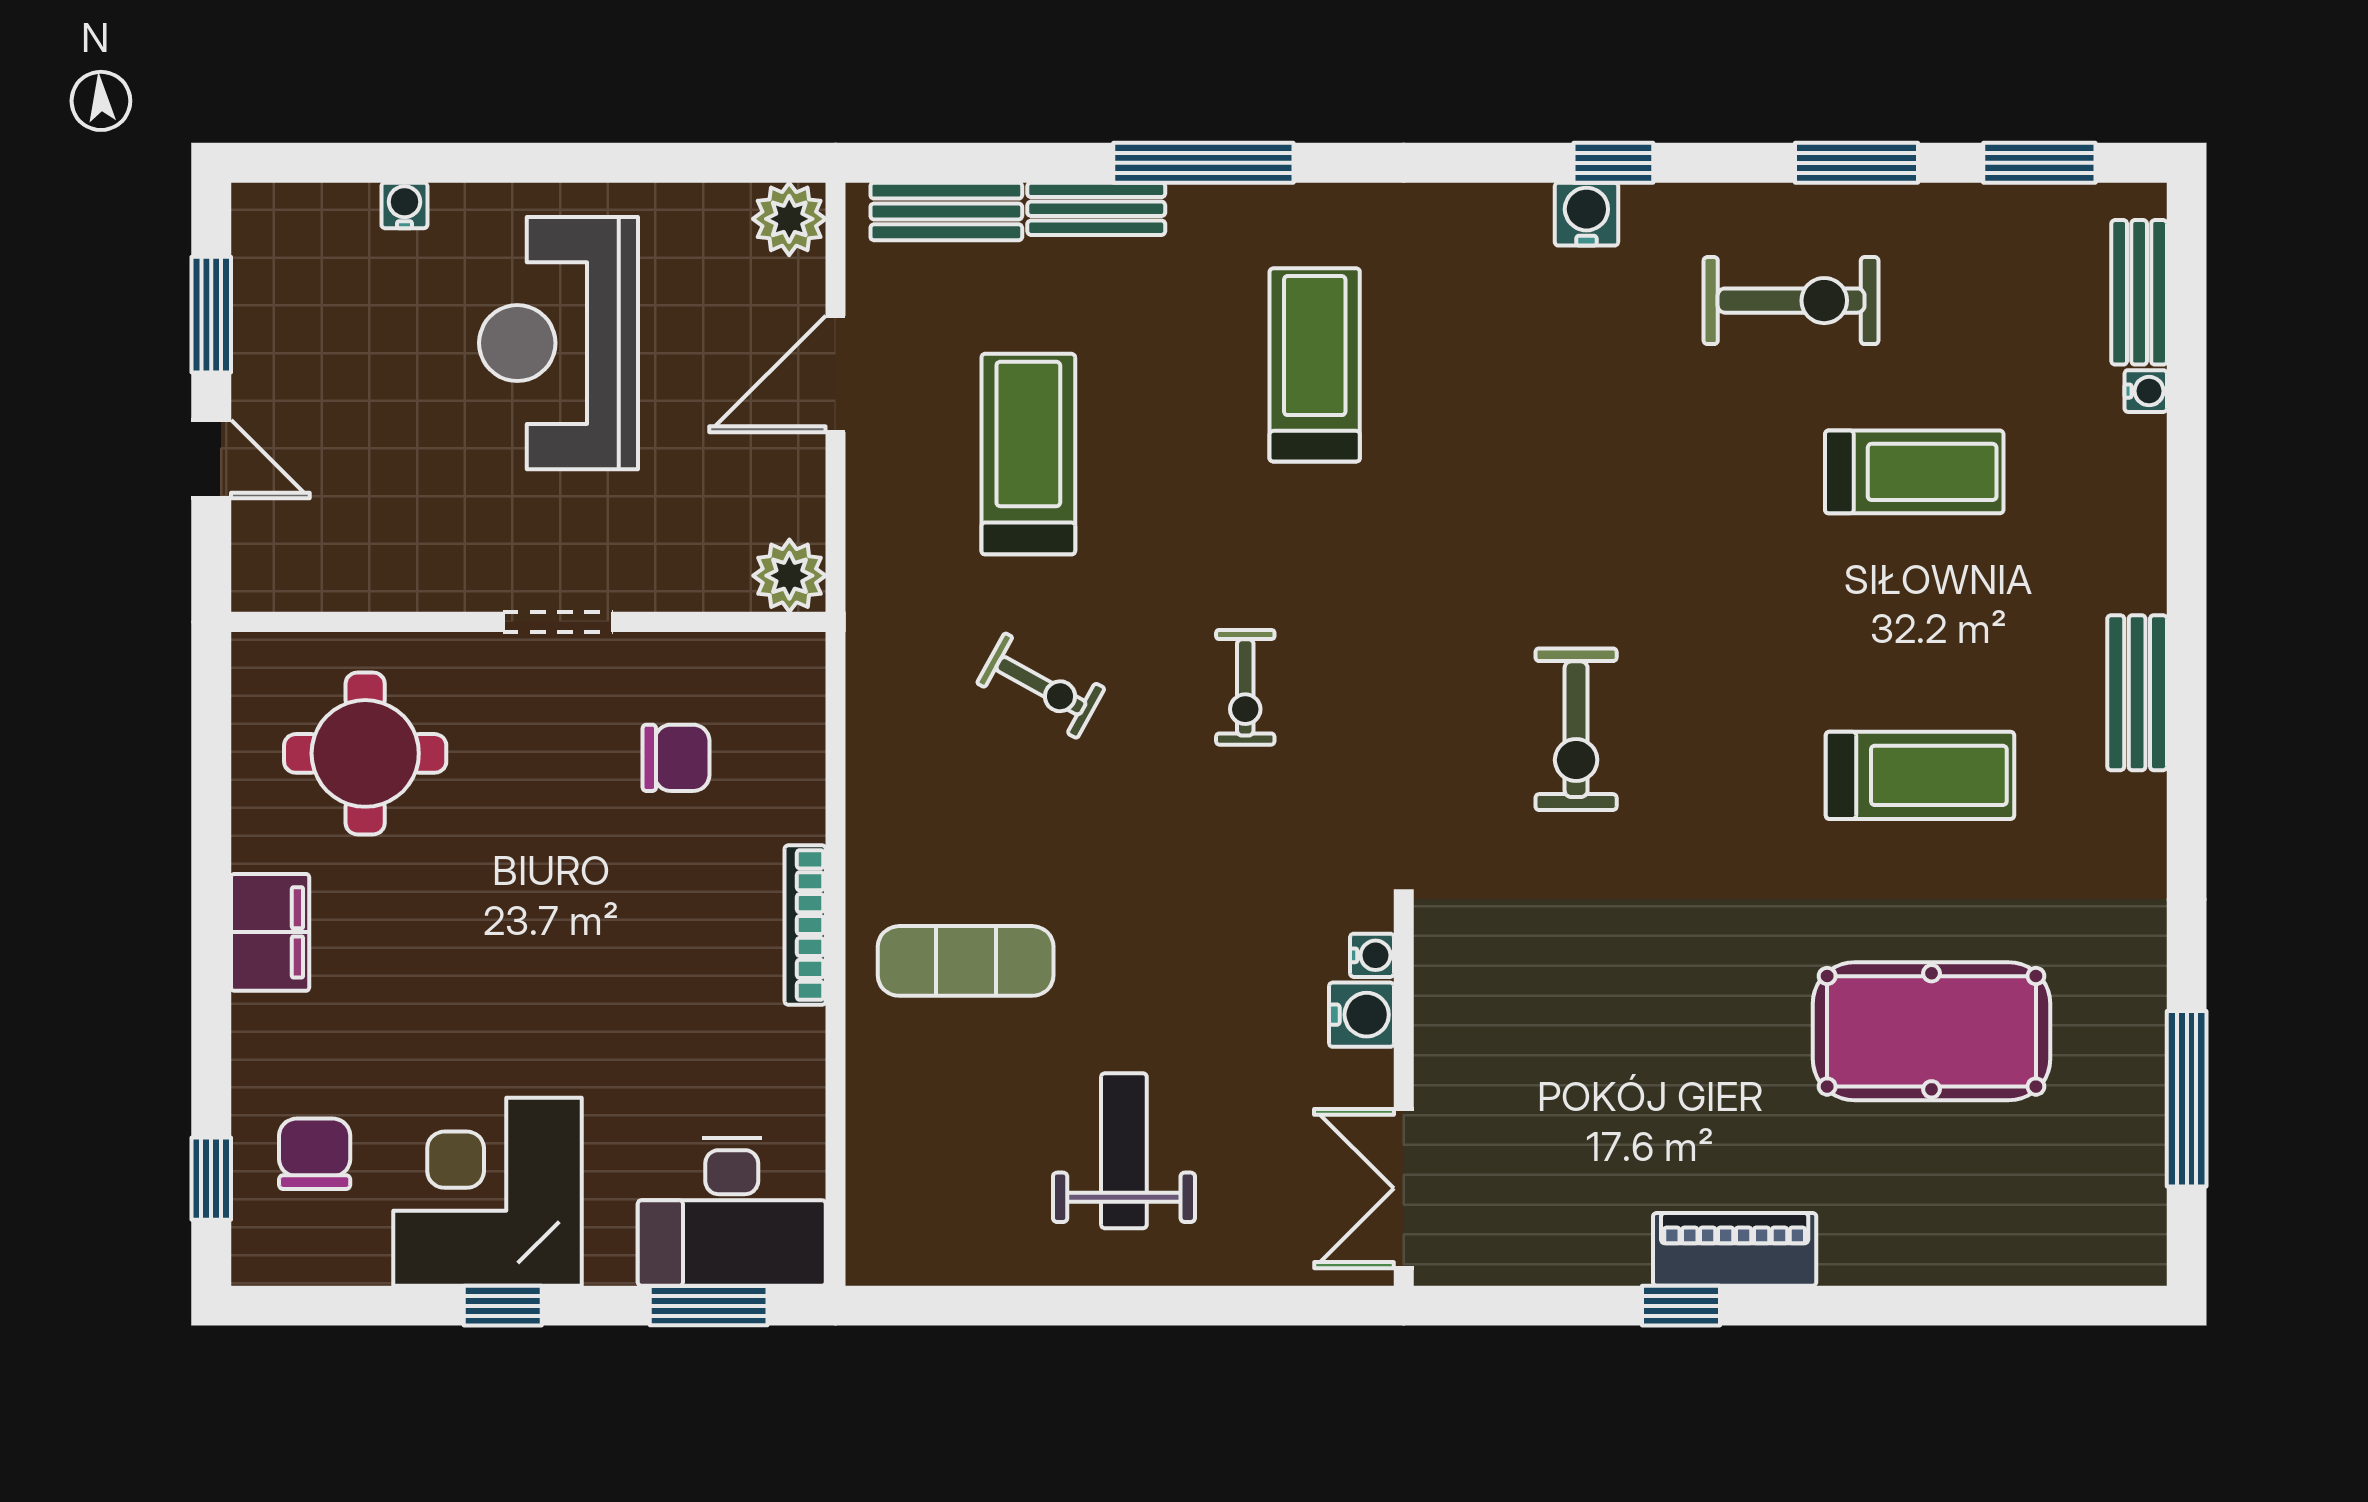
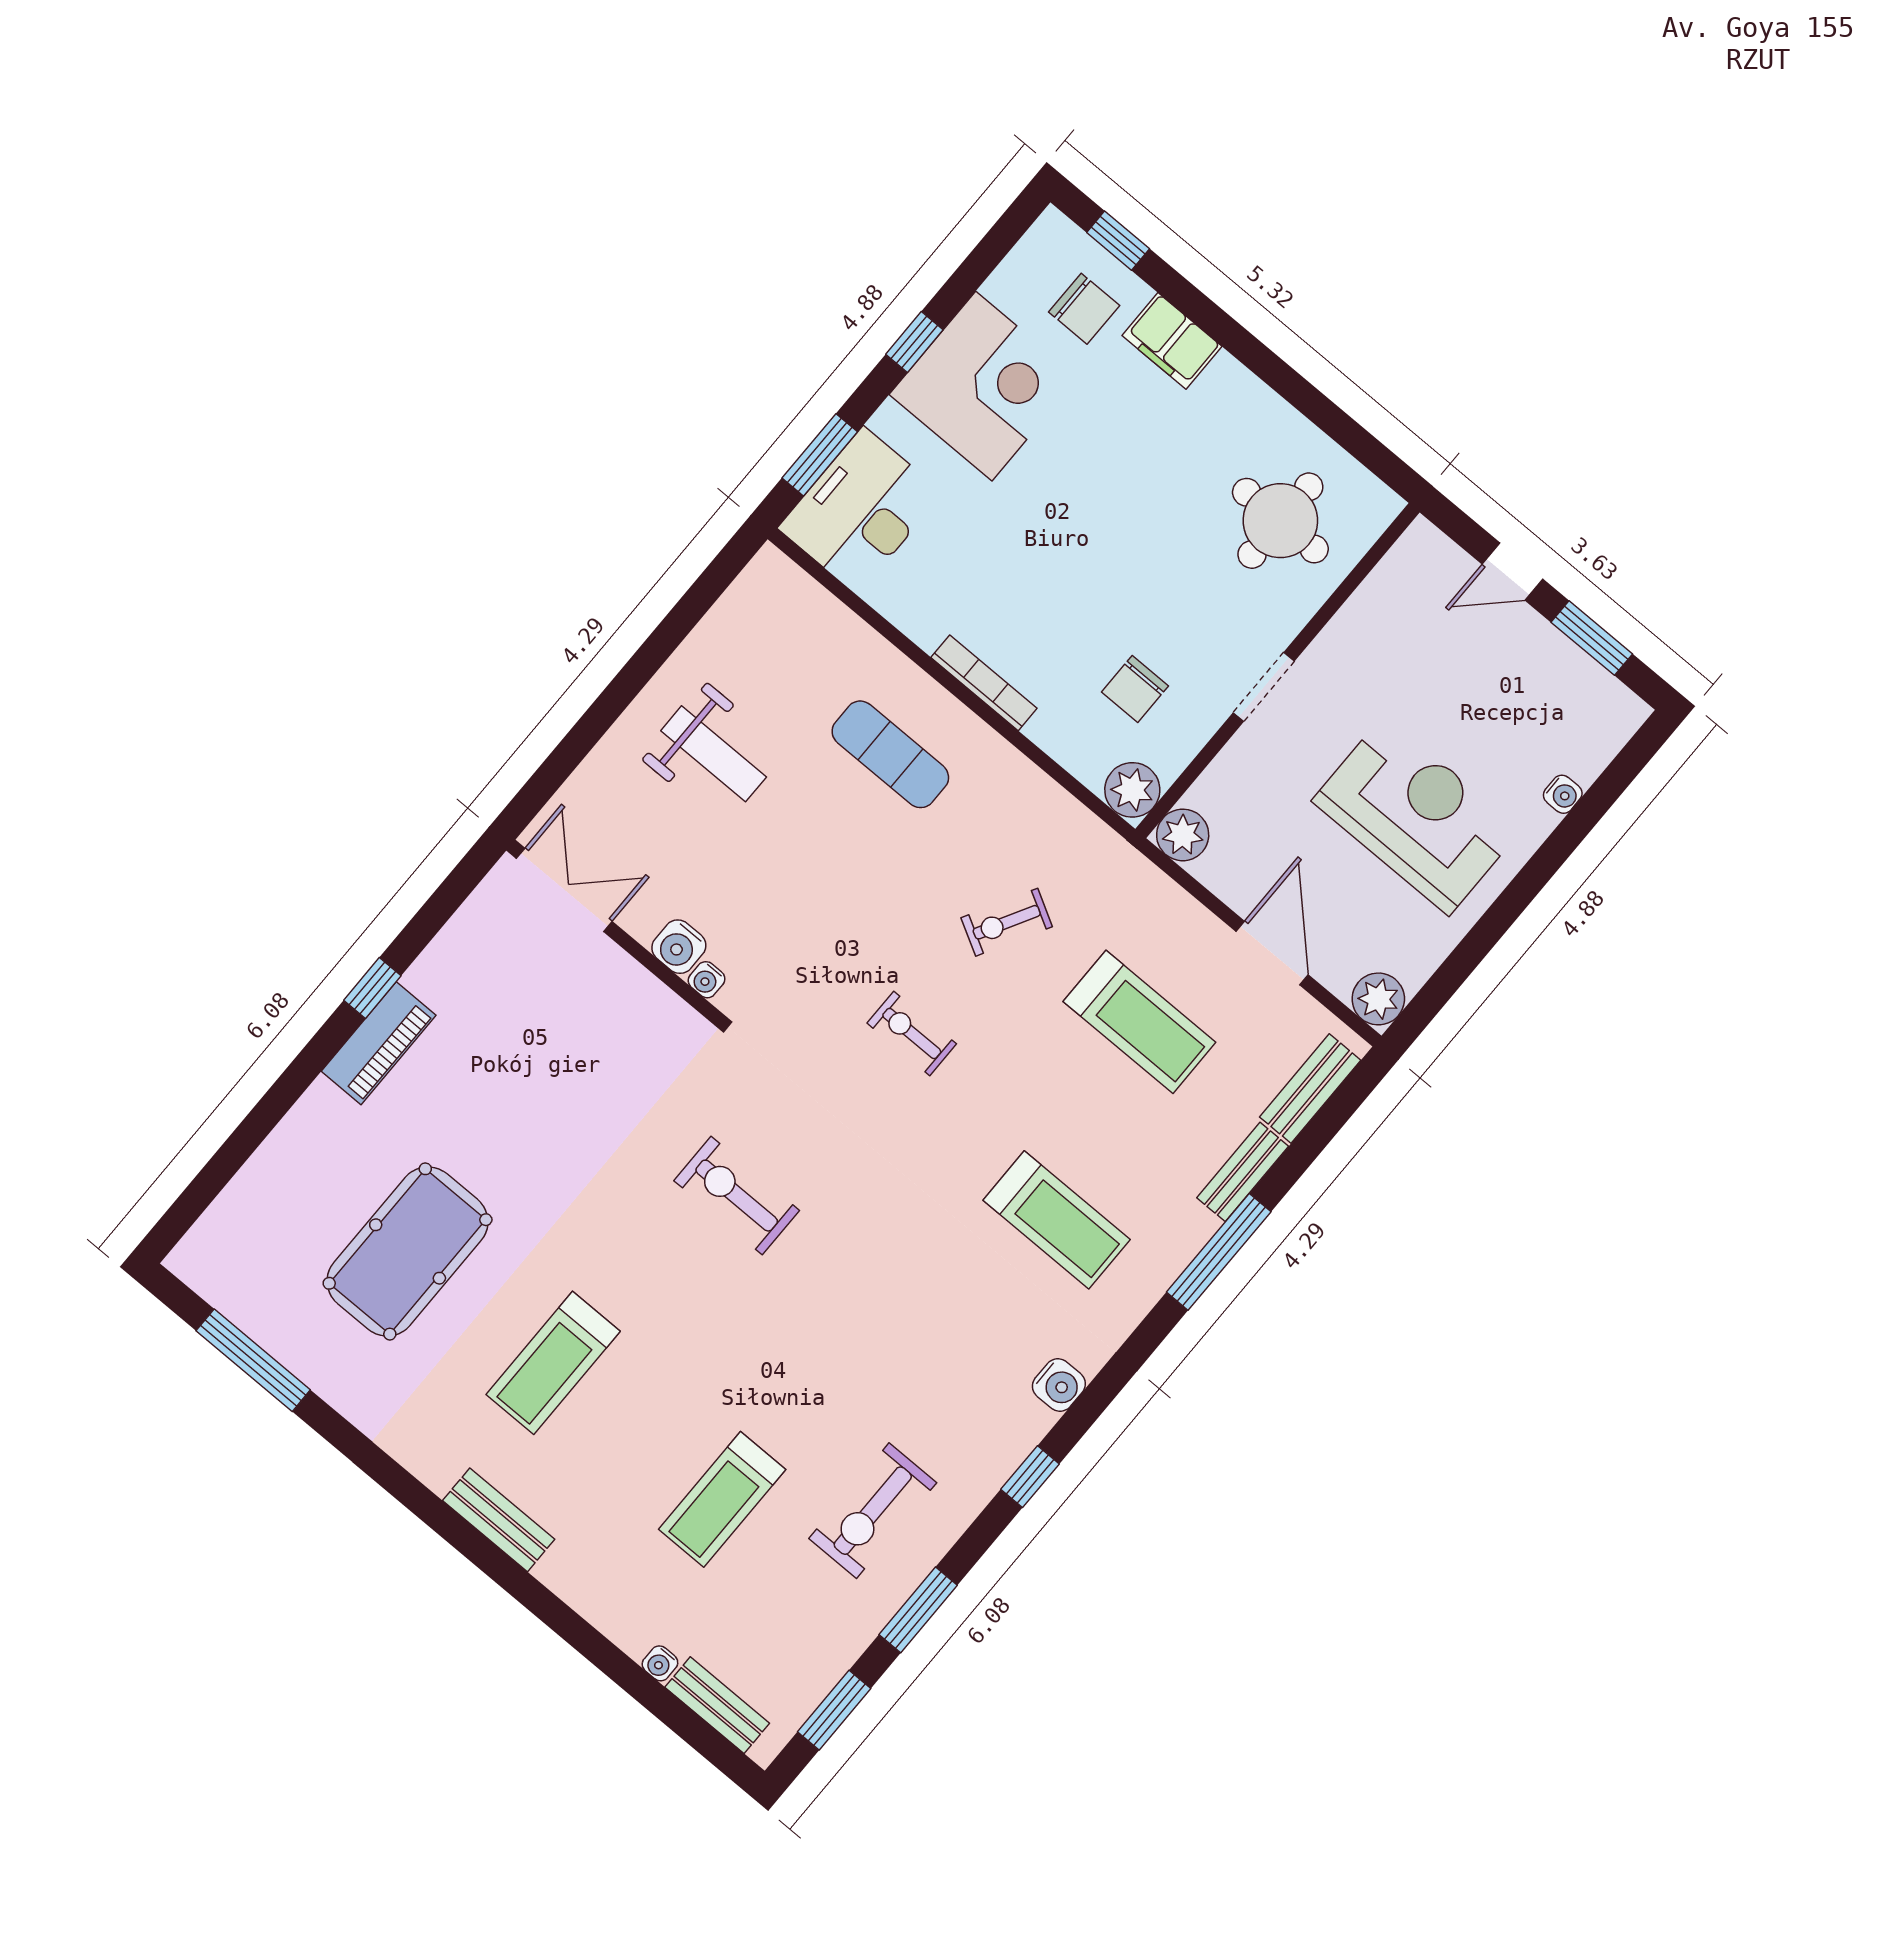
water cooler: (1586, 214) -> (1059, 1385), moved
plant: (786, 670) -> (1132, 790), added
filing cabinet: (270, 932) -> (1172, 341), moved
exercise mat: (966, 961) -> (890, 754), turned 90

